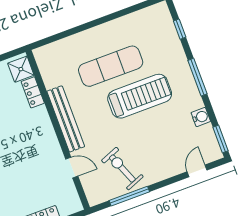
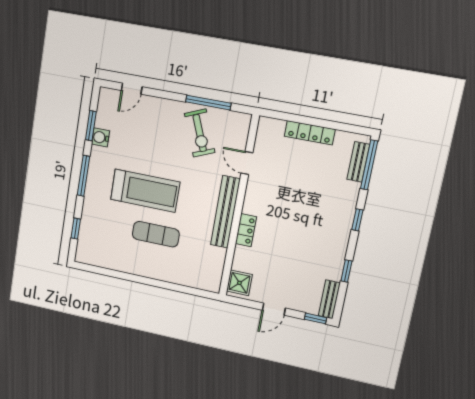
exercise mat: (111, 66) -> (156, 234), width x0.73, depth x0.69
locker: (33, 92) -> (246, 230), moved
treadmill: (140, 96) -> (145, 191), turned 180
window: (220, 139) -> (91, 126), moved

